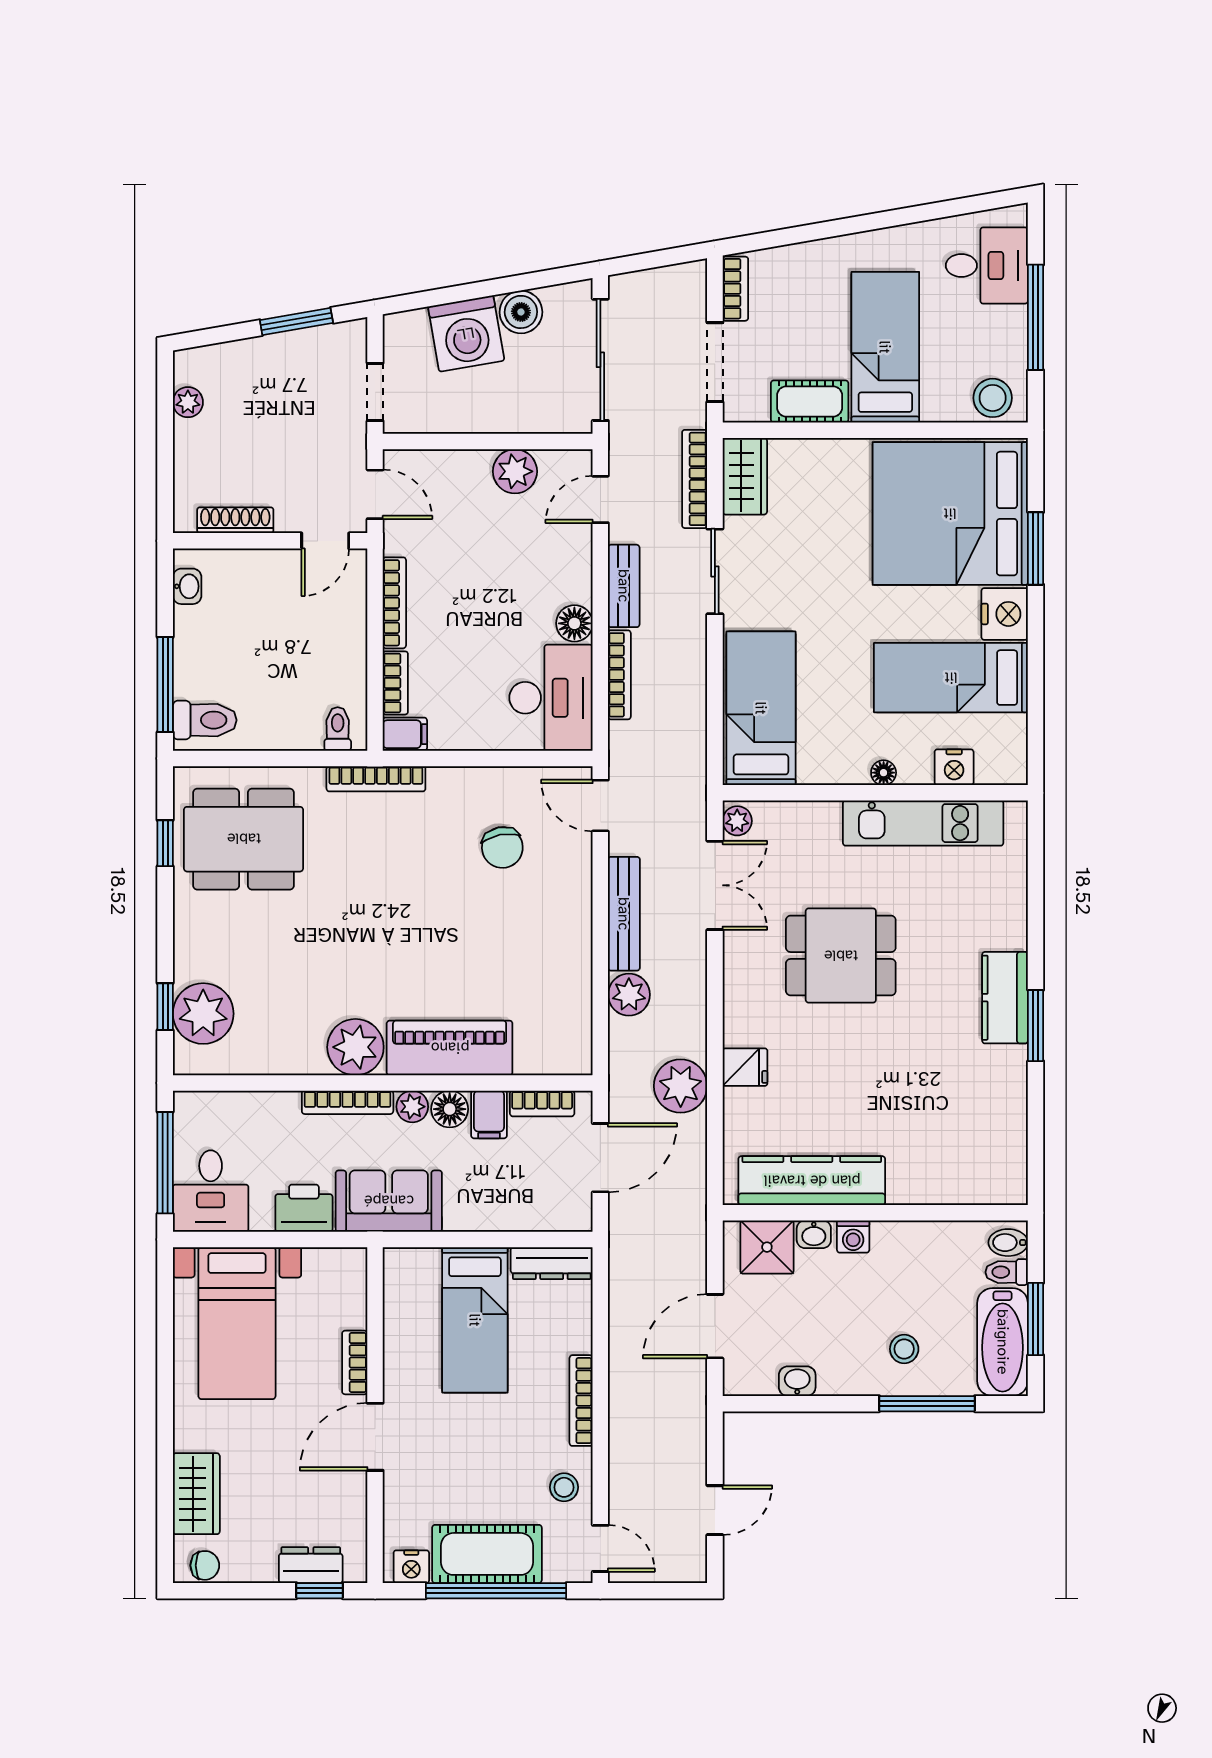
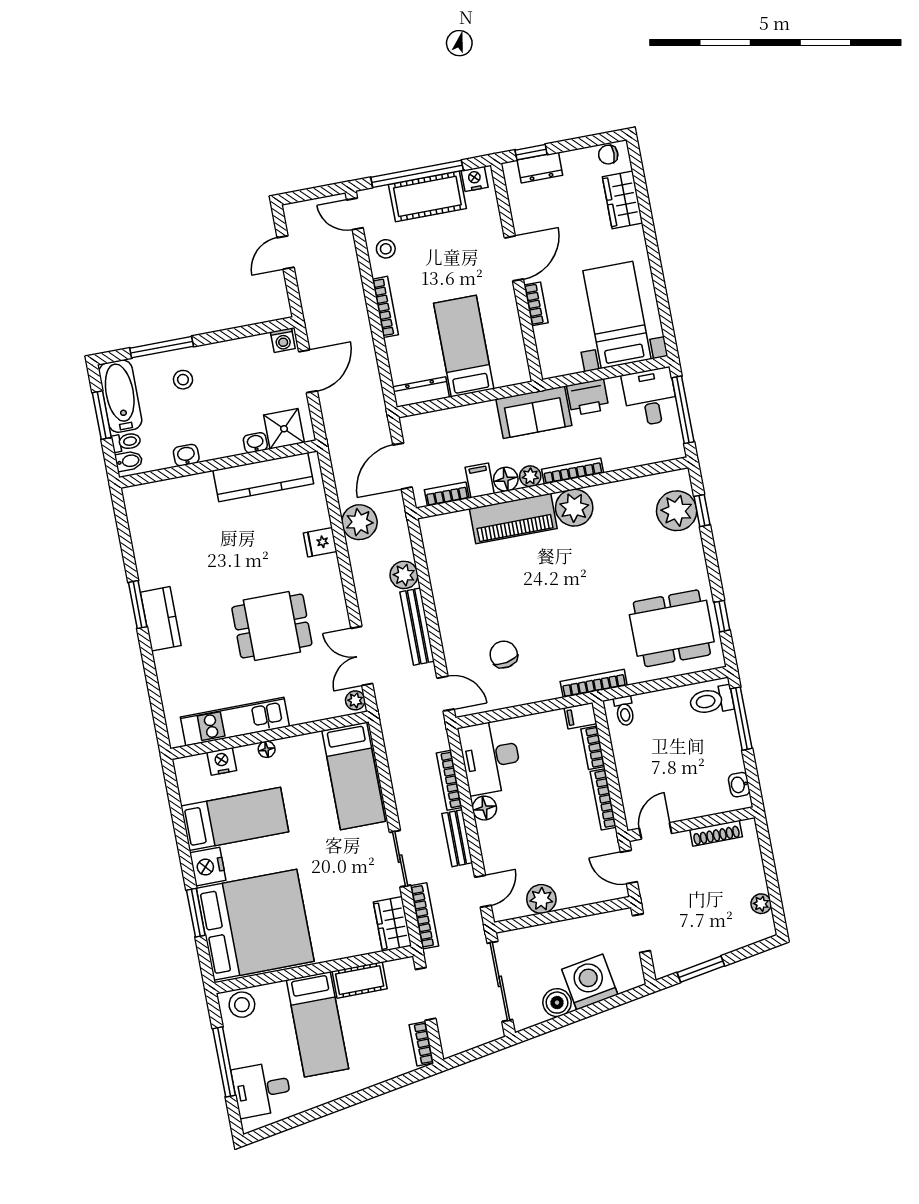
washing machine: (853, 1237) -> (283, 340), moved, turned 180
washbasin: (797, 1381) -> (186, 455), moved, turned 180

